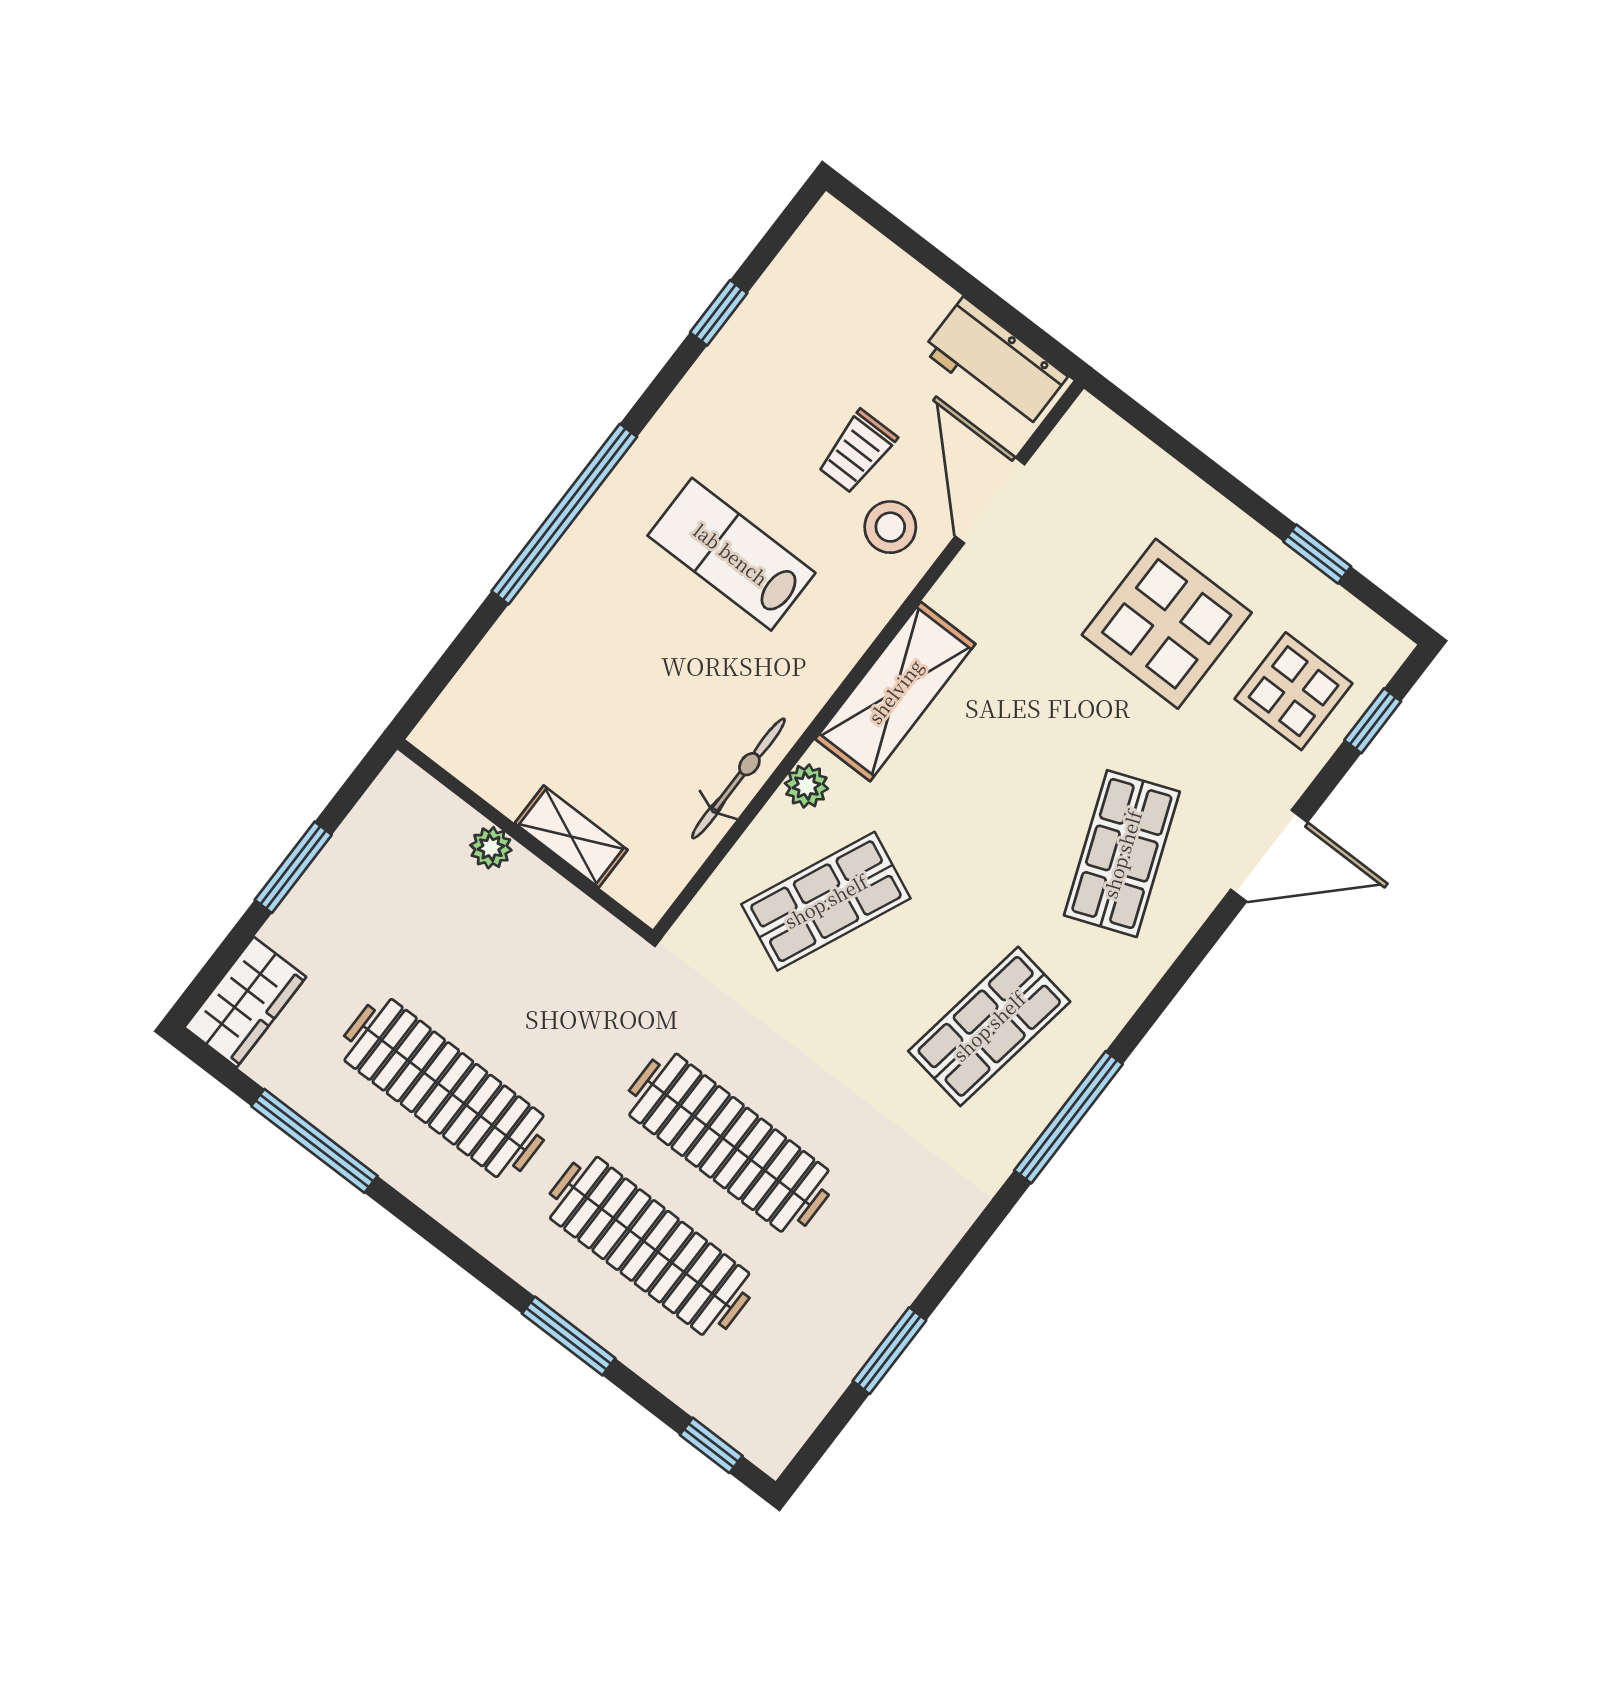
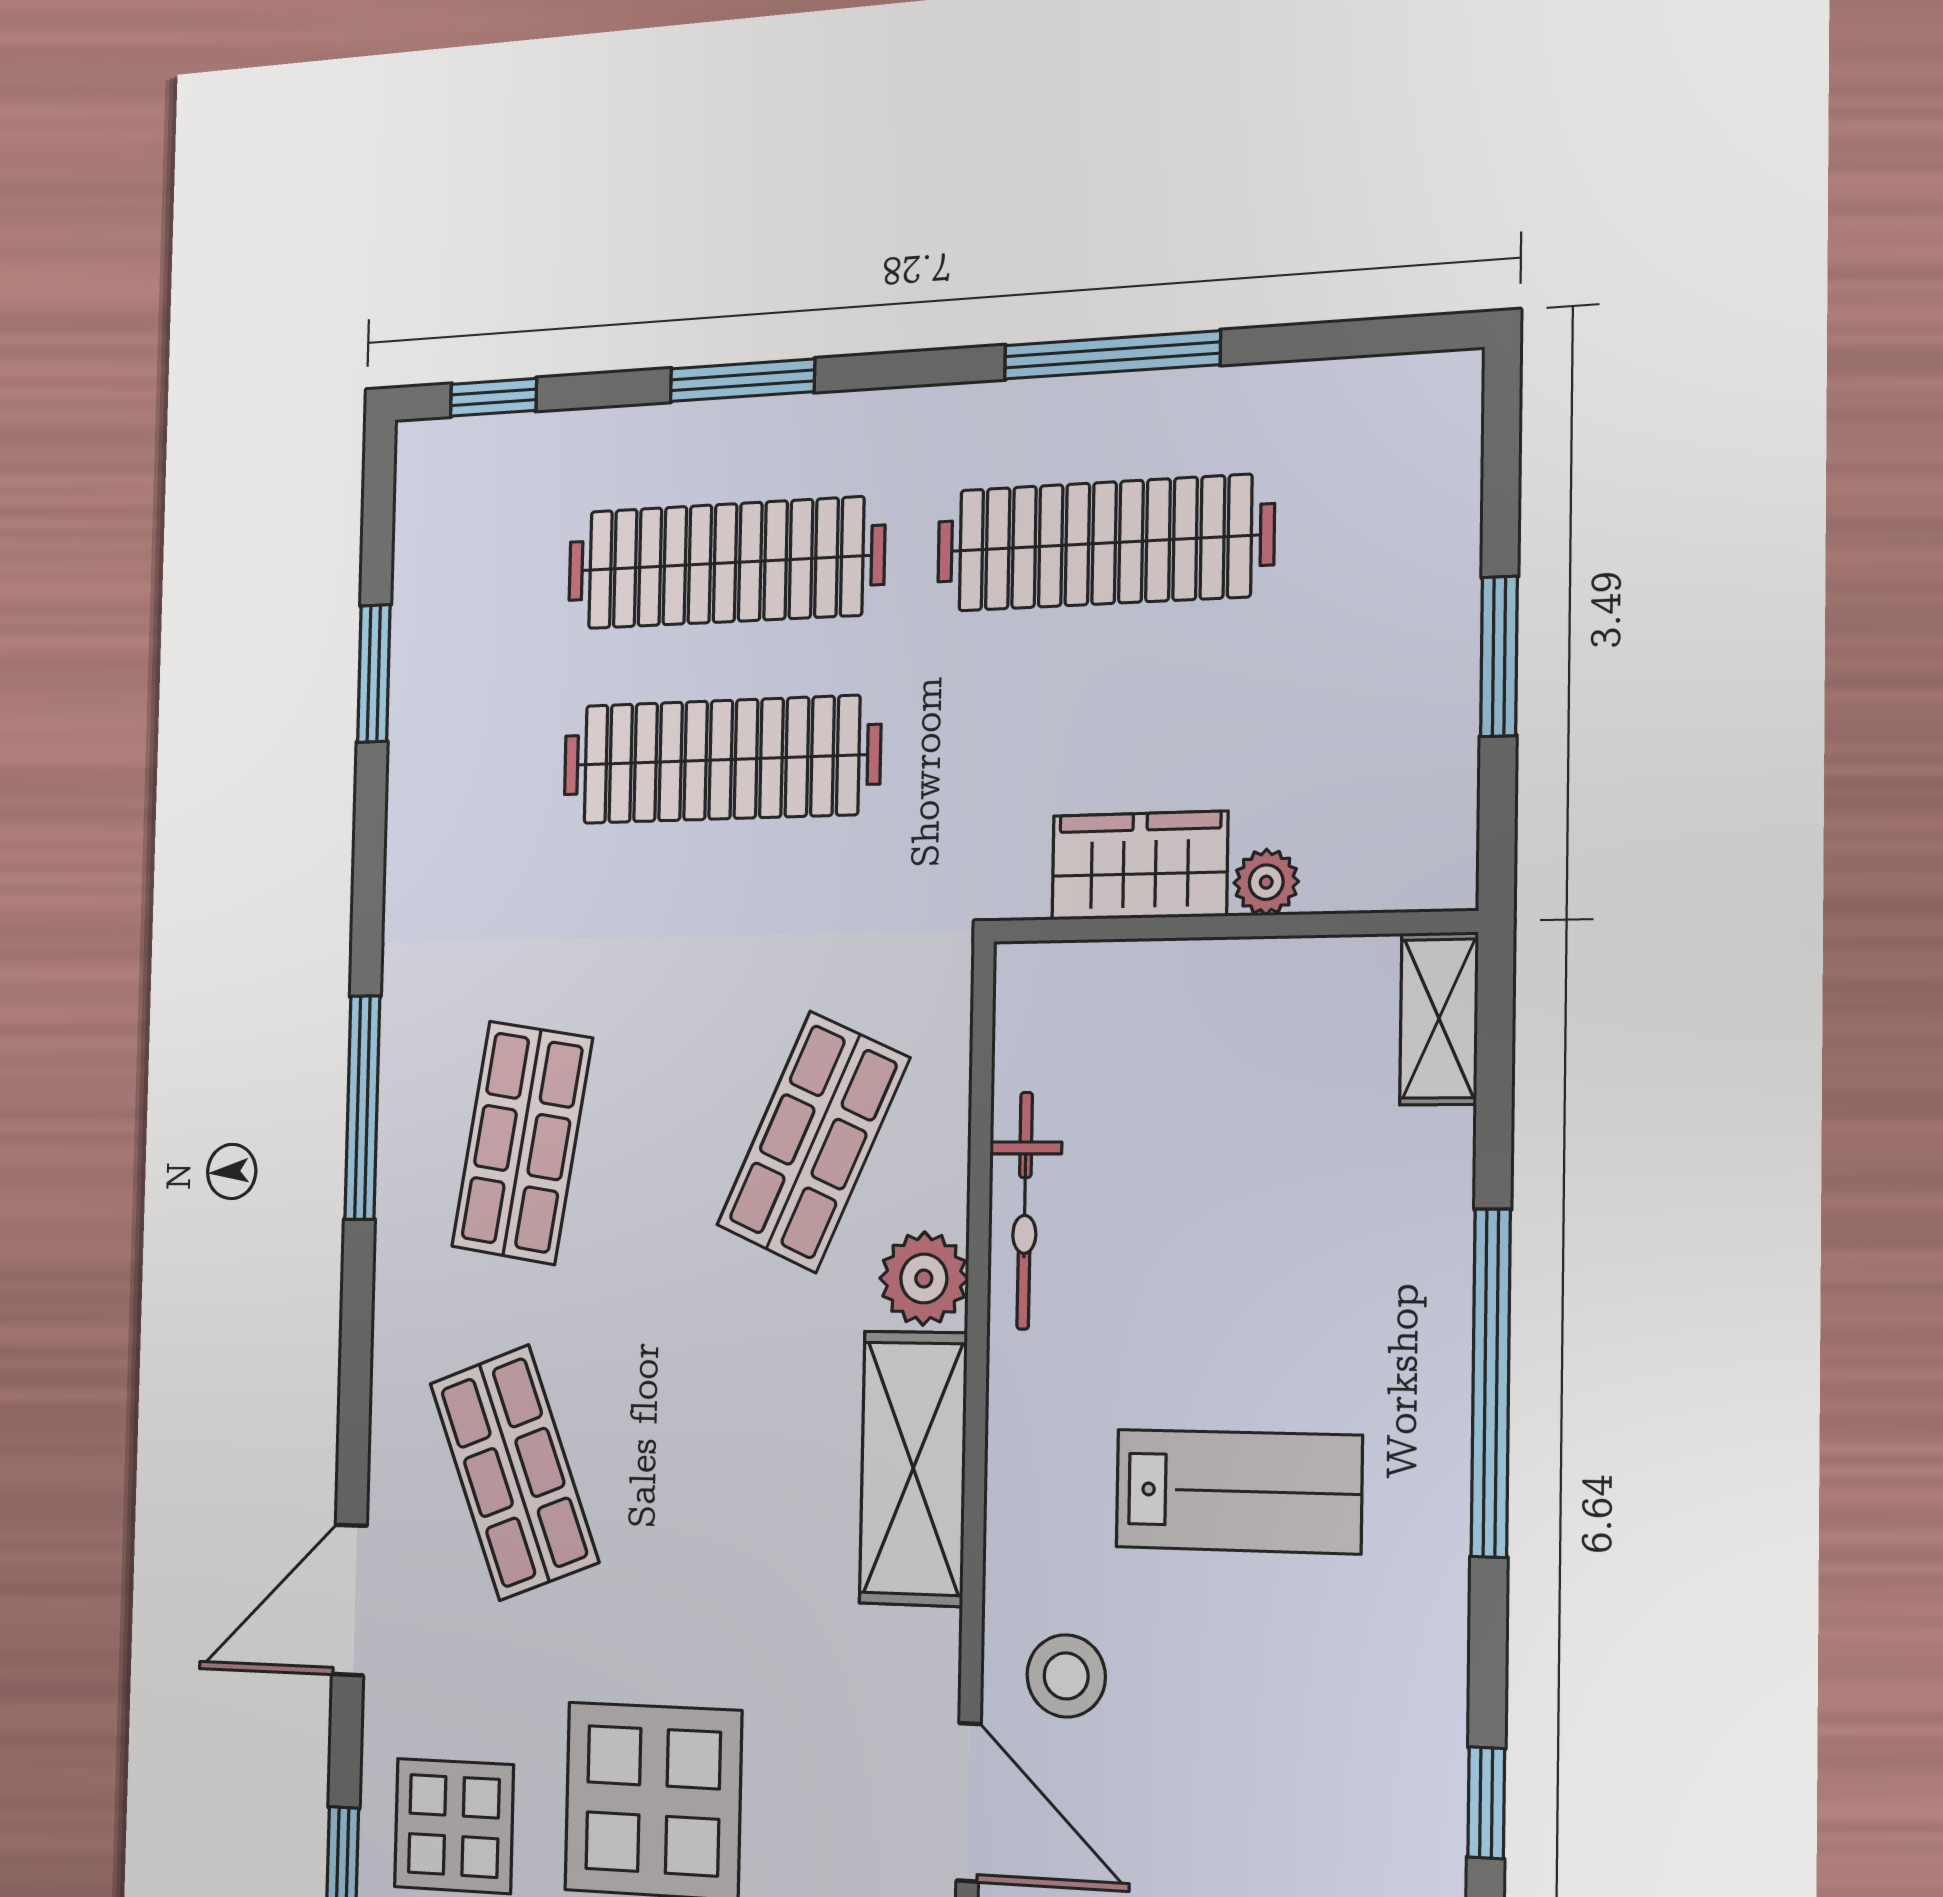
trolley: (857, 452) -> (1176, 1745), removed
plant: (806, 786) -> (924, 1279), width x1.38, depth x1.38
shelving: (571, 837) -> (1439, 1019), moved, turned 90
wardrobe: (245, 1002) -> (1140, 866), moved, turned 90
window: (314, 1141) -> (1112, 355), moved

